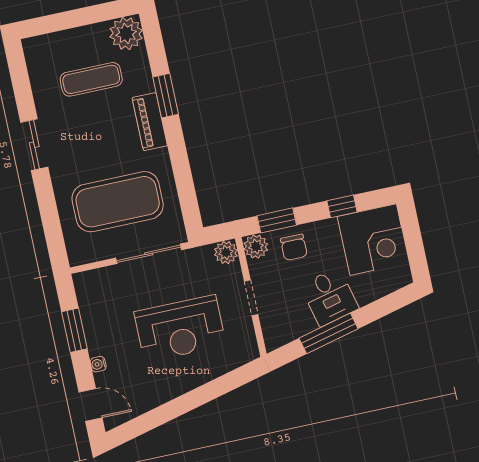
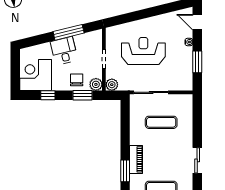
exercise mat: (118, 202) -> (161, 122), width x0.50, depth x0.69

